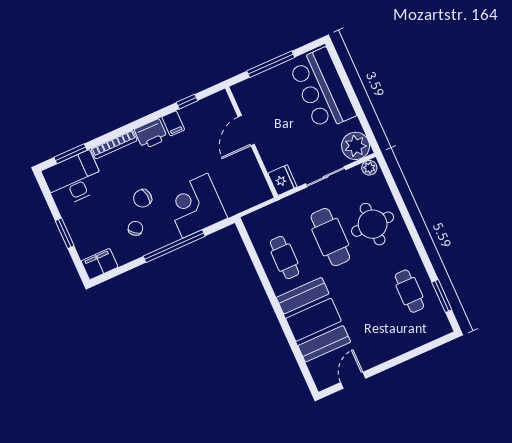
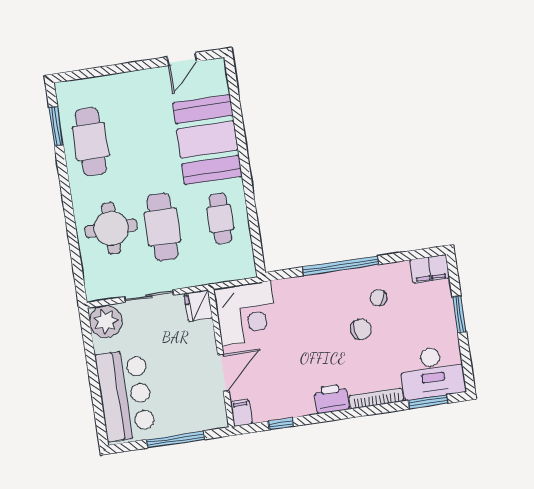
filing cabinet: (173, 123) -> (241, 413), moved
plant: (369, 168) -> (97, 292), removed
corner desk: (195, 206) -> (246, 313), moved
chair: (135, 228) -> (378, 298), turned 75
cafe table: (409, 291) -> (91, 142), width x1.37, depth x1.35

